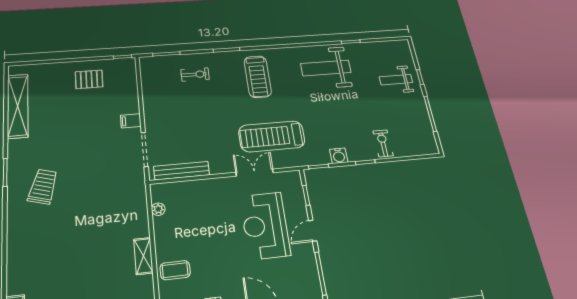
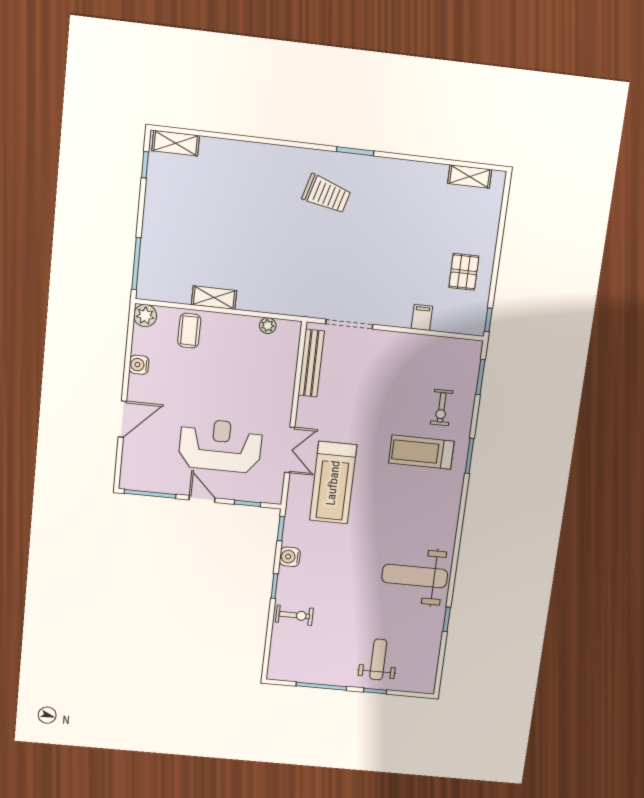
weight bench: (326, 68) -> (415, 576), turned -90
treadmill: (258, 77) -> (421, 452), moved
shelving: (18, 106) -> (470, 177), width x0.45, depth x0.75
filing cabinet: (131, 121) -> (422, 317), moved
treadmill: (272, 136) -> (333, 483), turned 180

